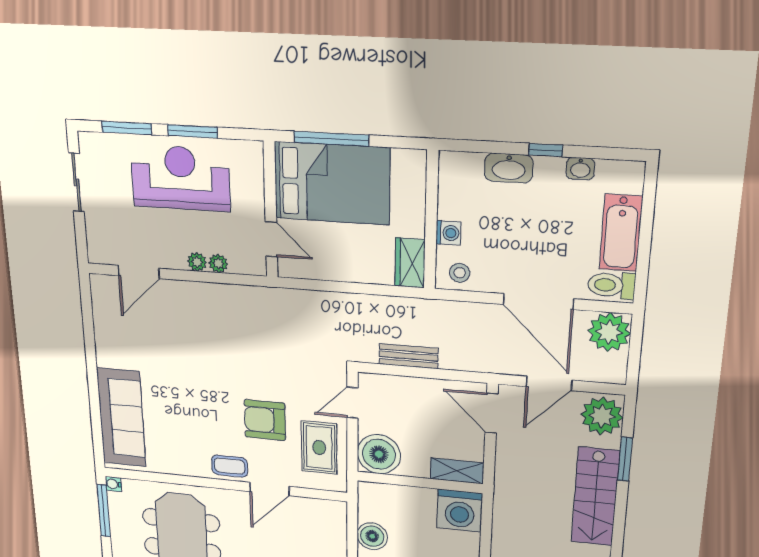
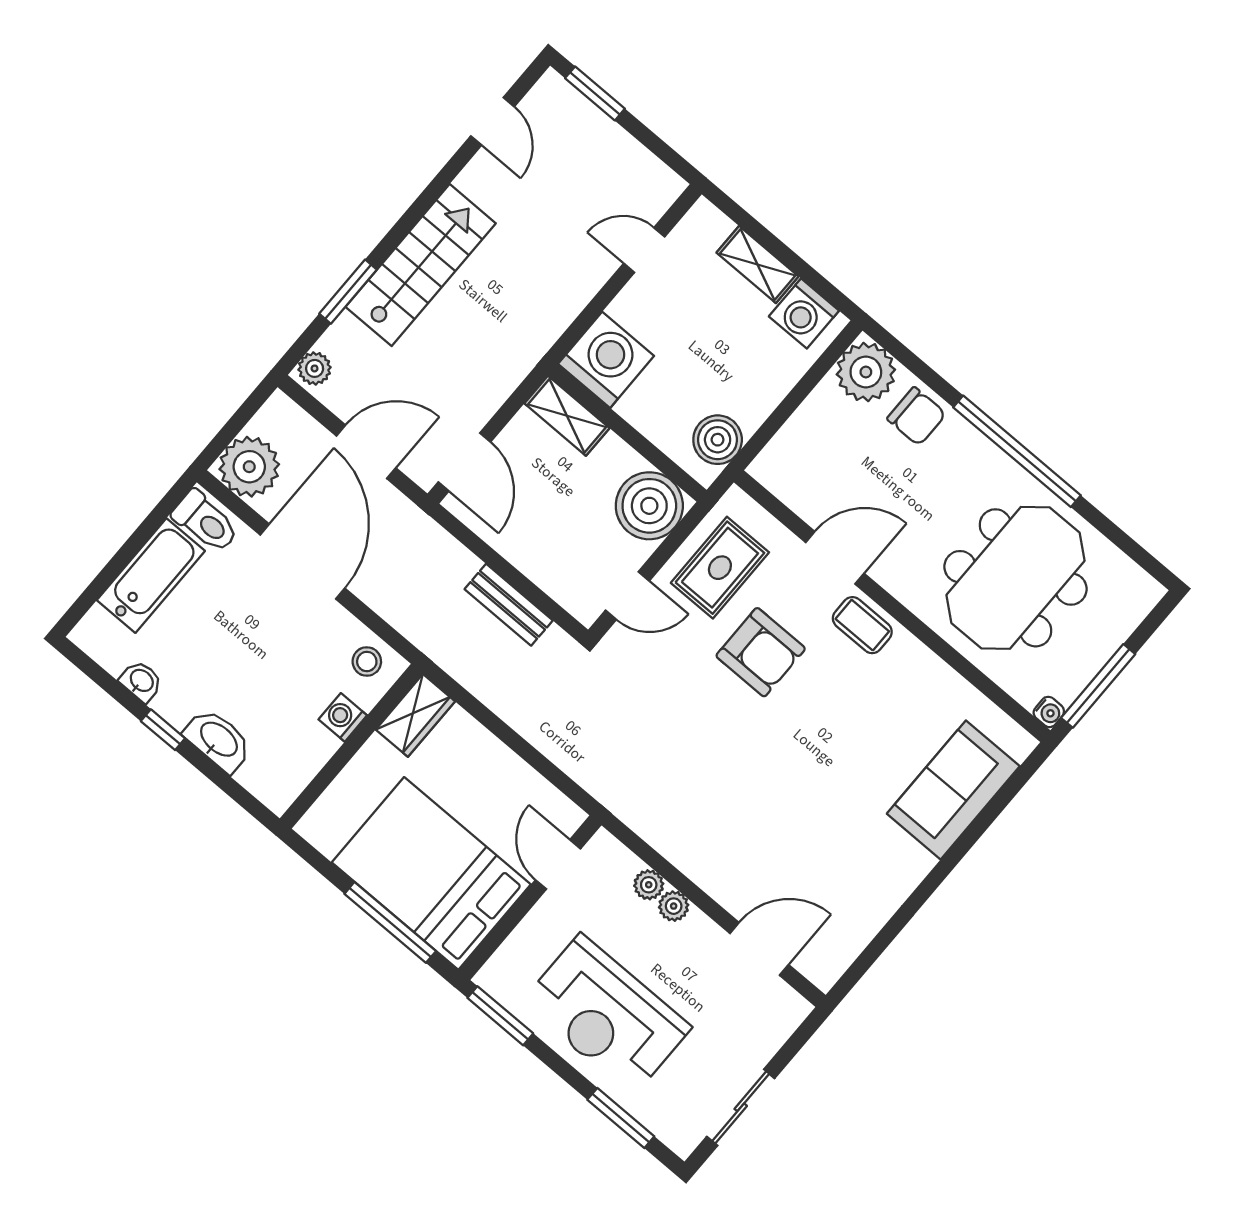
window: (192, 131) -> (500, 1016), moved
plant: (602, 416) -> (315, 368), width x0.53, depth x0.53
sofa: (121, 418) -> (953, 790), width x0.73
boiler: (372, 536) -> (718, 440), moved

